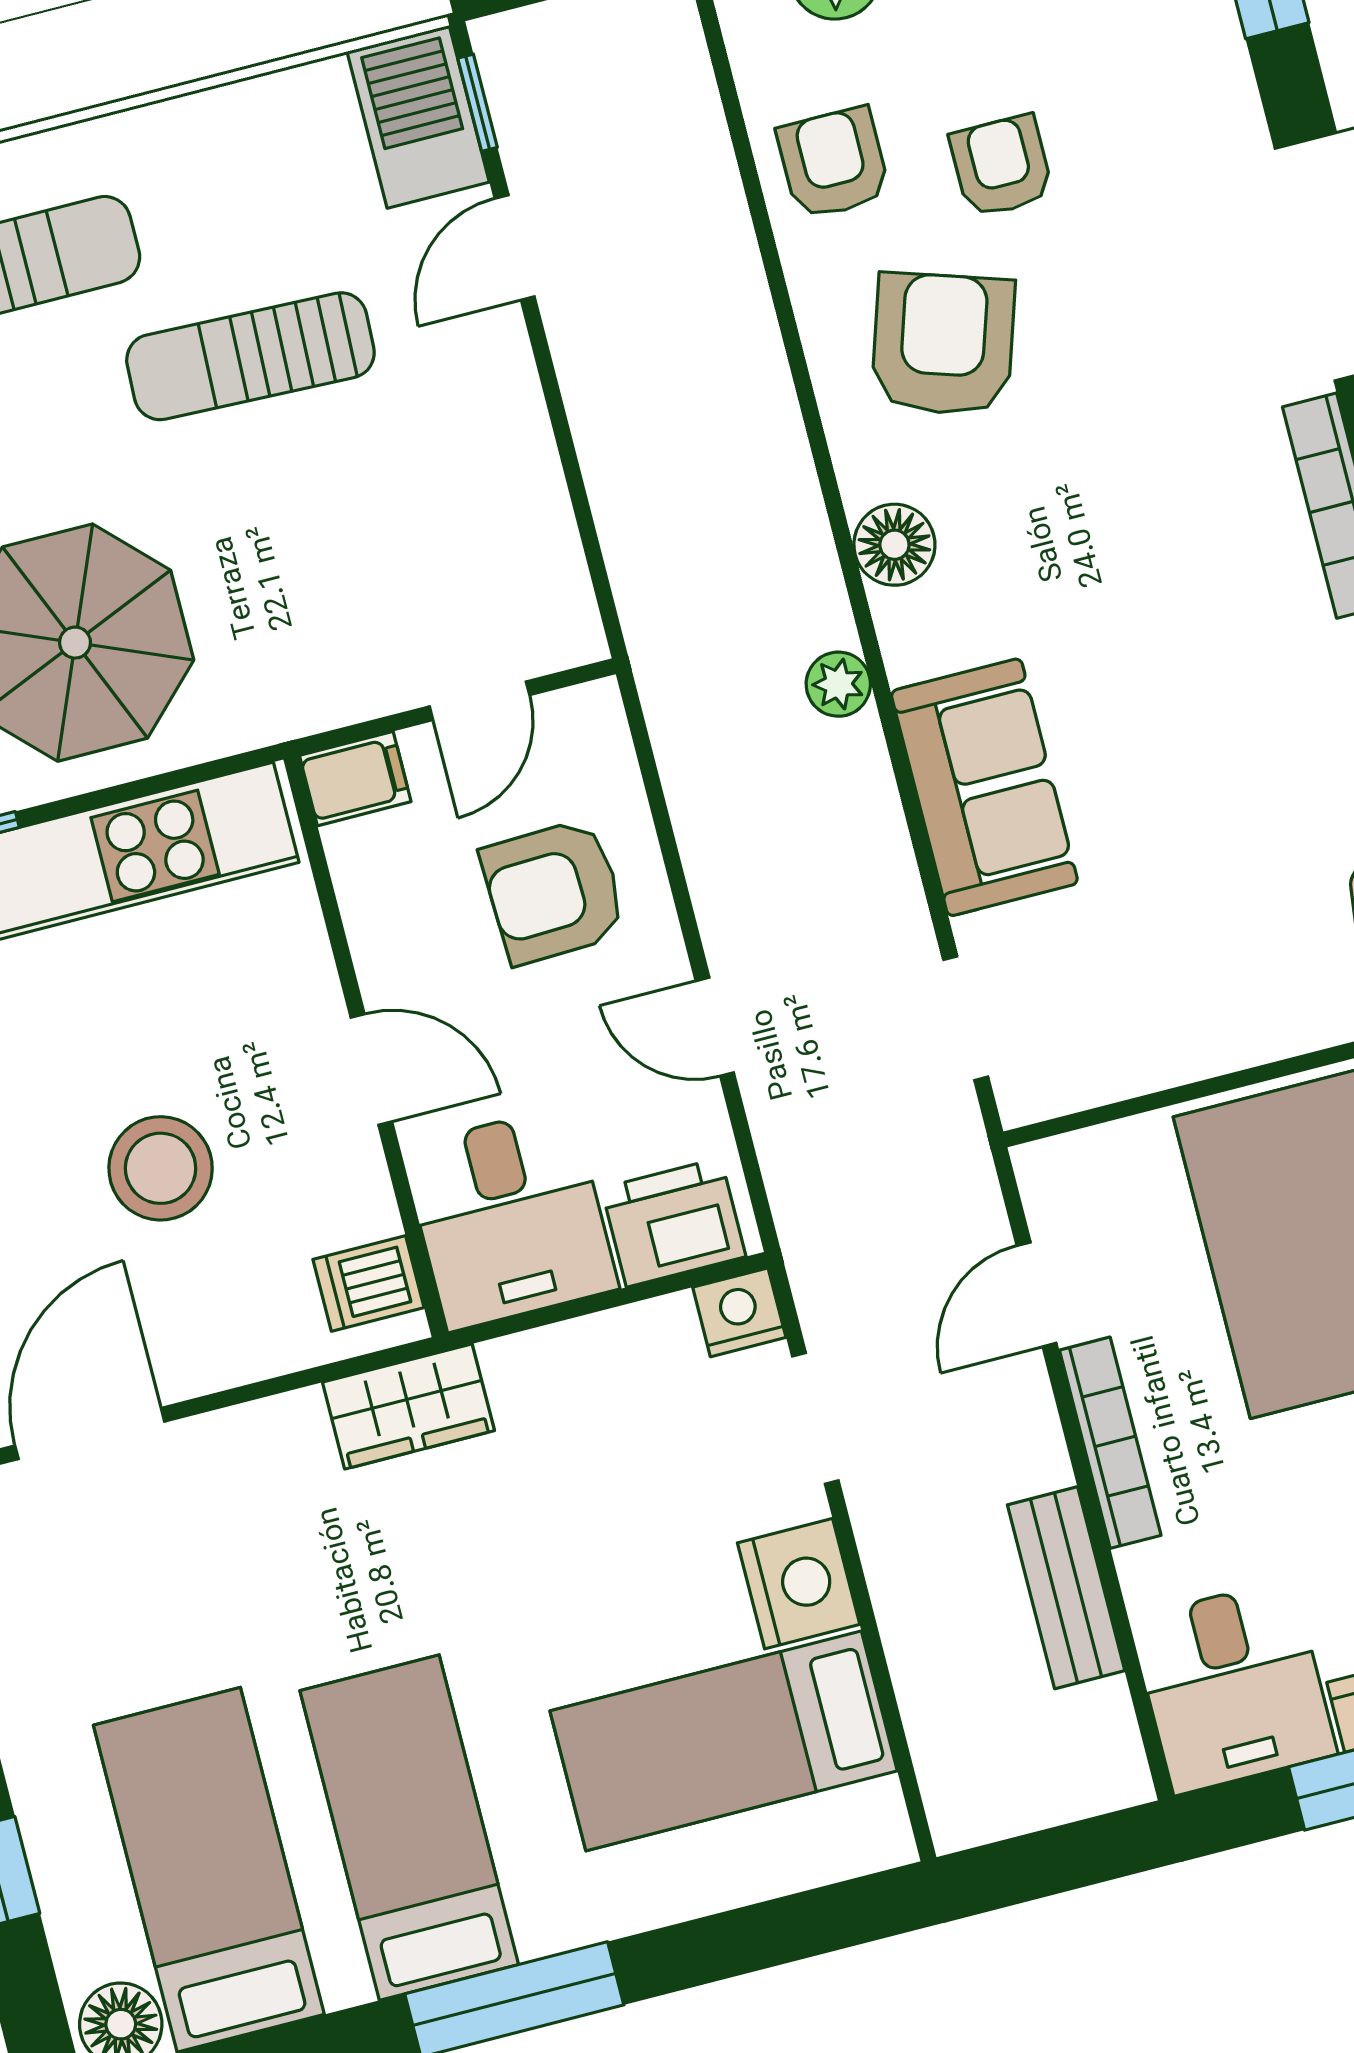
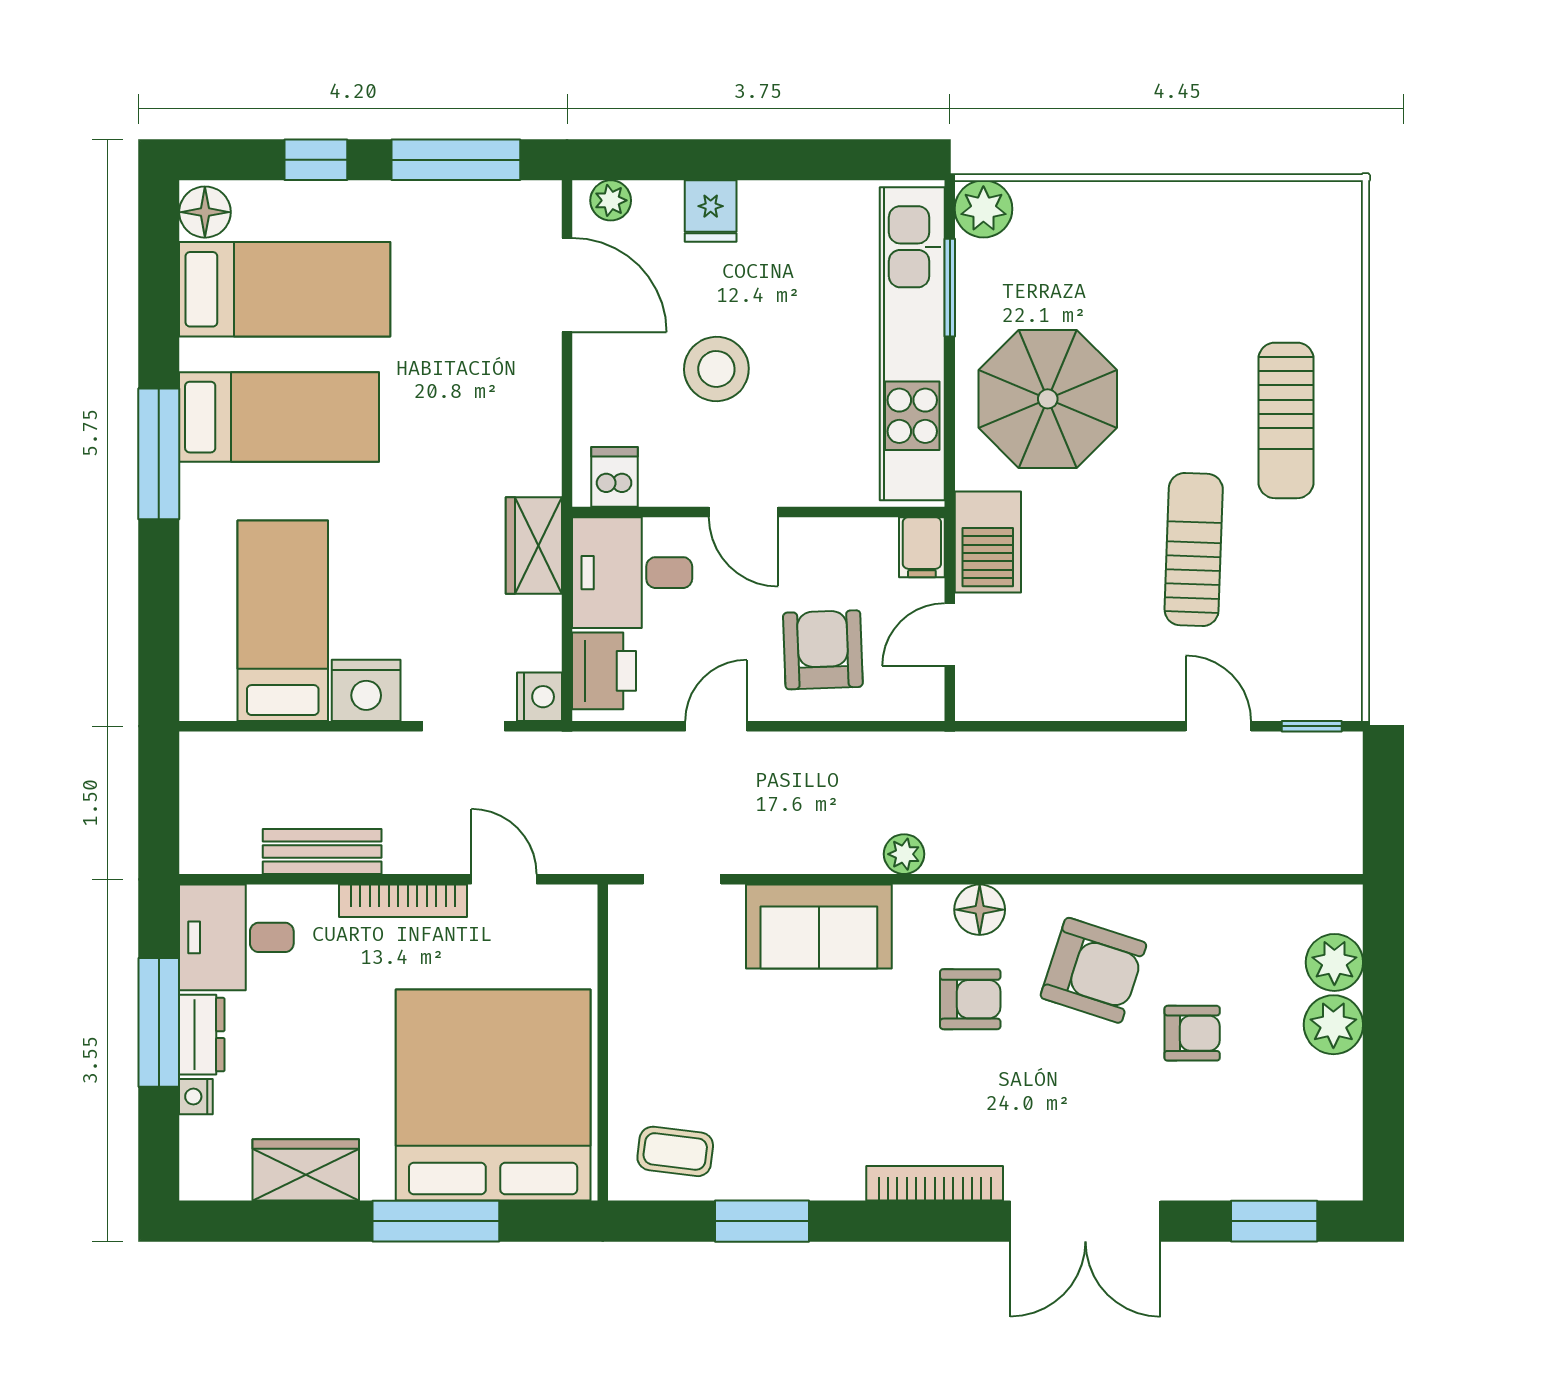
barbecue: (418, 117) -> (988, 542), moved, turned 90
armchair: (833, 163) -> (970, 999), moved
door: (480, 701) -> (950, 635), hinge flipped
door: (371, 1069) -> (743, 512), hinge flipped
wardrobe: (408, 1406) -> (534, 546), moved

